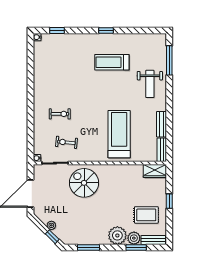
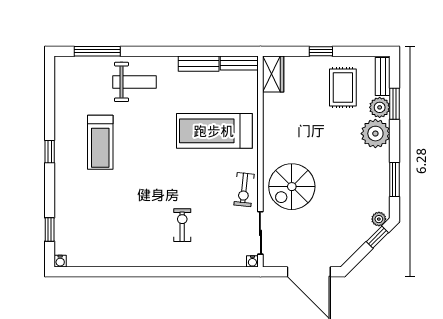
exercise bike: (66, 142) -> (244, 190), moved
plant: (51, 225) -> (379, 219), moved

